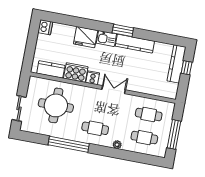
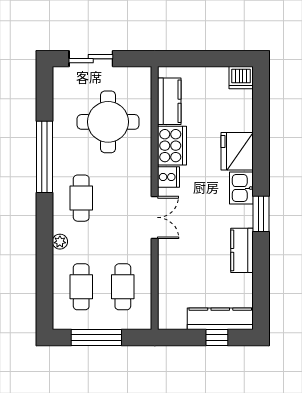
kitchen counter: (135, 44) -> (242, 250), width x0.67

